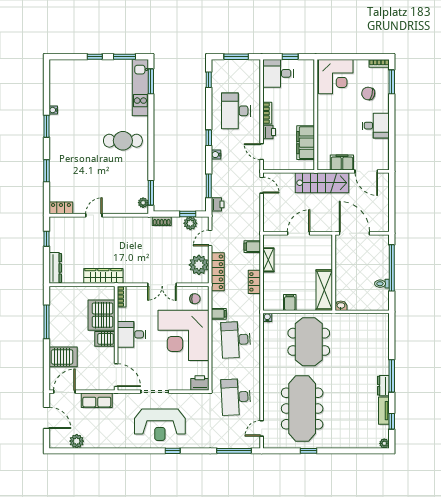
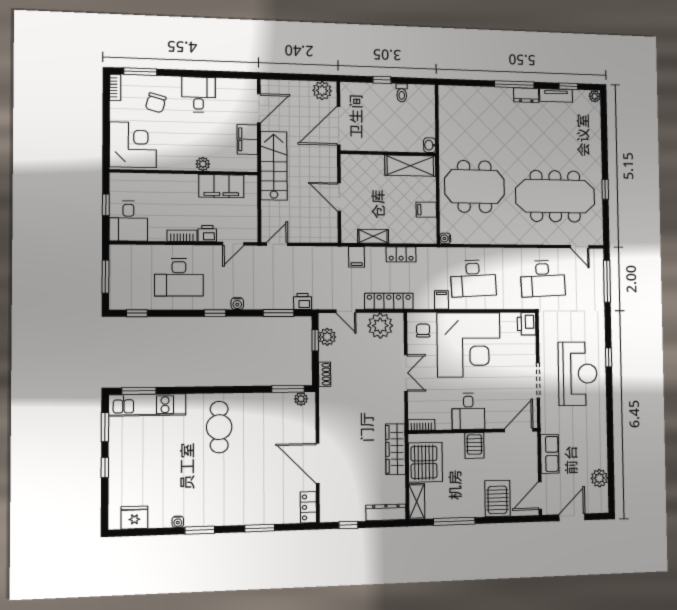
fridge: (57, 78) -> (134, 518), added
plant: (322, 129) -> (203, 164), added
door: (94, 215) -> (318, 463), width x1.88
plant: (382, 221) -> (322, 91), added
window: (392, 268) -> (382, 80), width x0.32
shelving: (63, 292) -> (417, 501), added
server rack: (101, 315) -> (425, 462), moved, turned -90
door: (64, 392) -> (540, 496), hinge flipped

